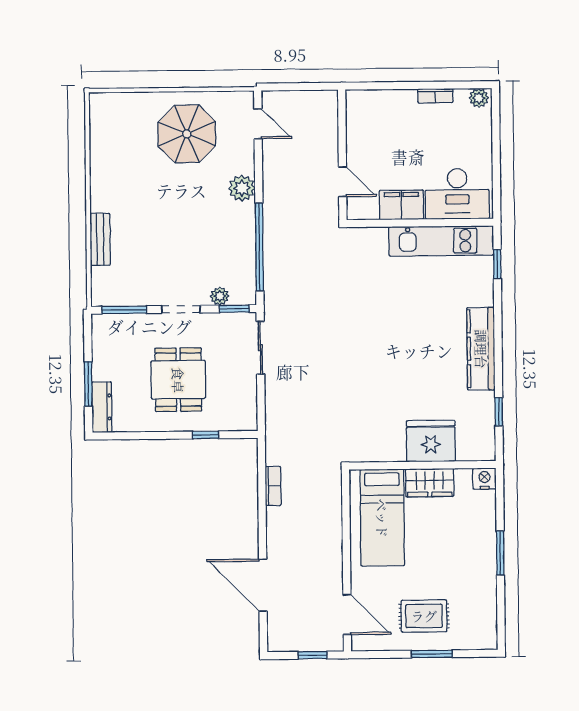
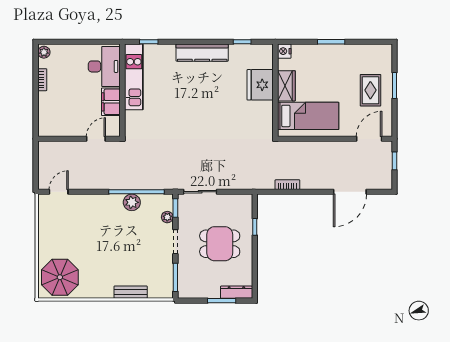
parasol: (187, 134) -> (60, 277), moved
plant: (242, 188) -> (132, 202), moved

